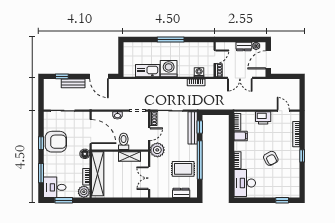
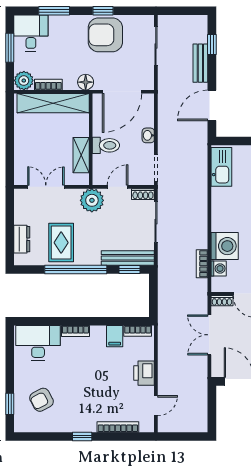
washing machine: (169, 69) -> (225, 246), moved
kitchen sink: (148, 71) -> (221, 167), moved
door: (149, 134) -> (118, 187), swing flipped
armchair: (56, 142) -> (105, 35), turned 90
armchair: (271, 158) -> (42, 400), moved

